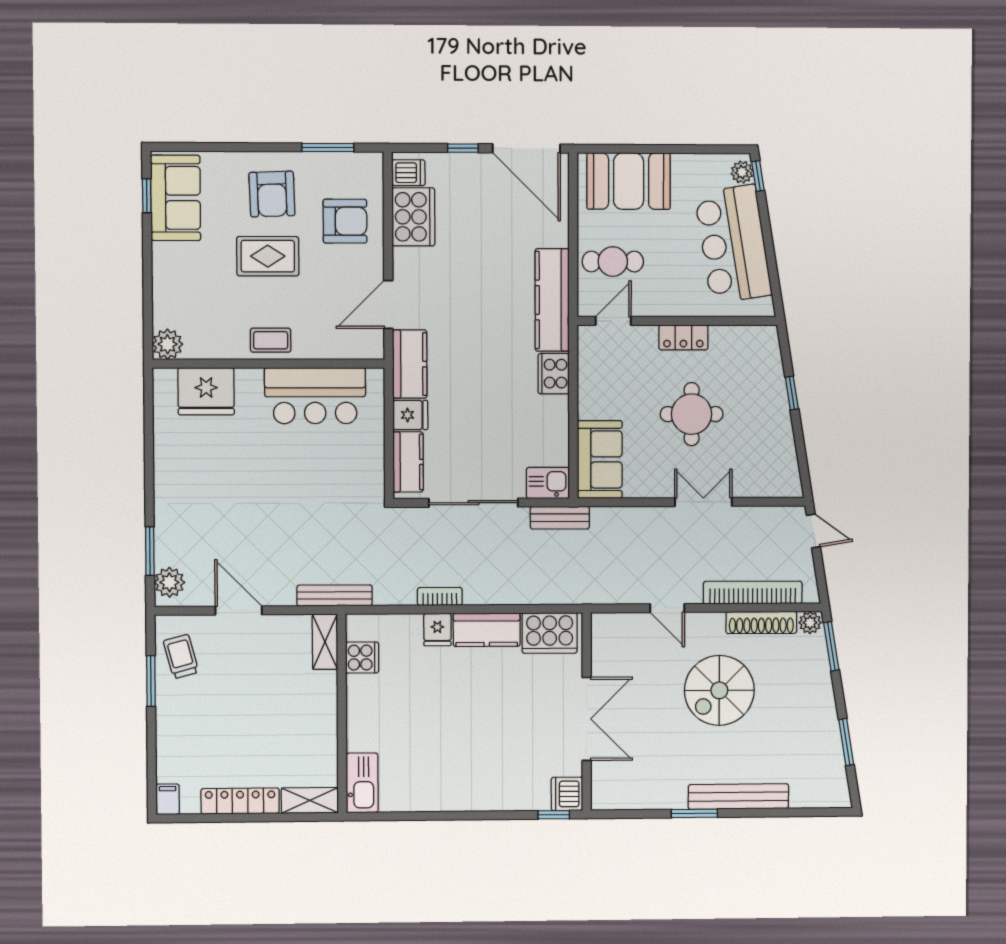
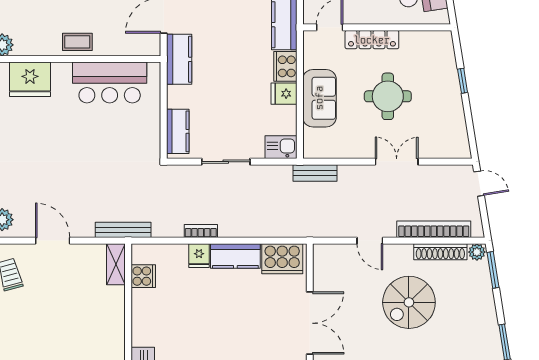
locker: (683, 337) -> (372, 40), width x1.53
fridge: (410, 415) -> (284, 94), moved, turned 180
sofa: (600, 459) -> (319, 98), moved
sliding door: (473, 503) -> (226, 162), width x0.73
bench: (560, 518) -> (315, 173), moved

